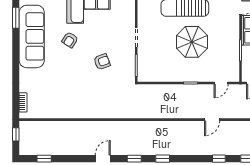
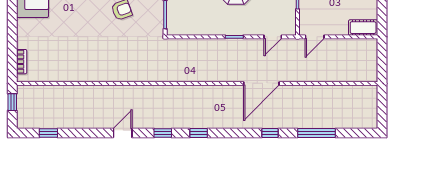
door: (212, 120) -> (261, 83), width x1.88

